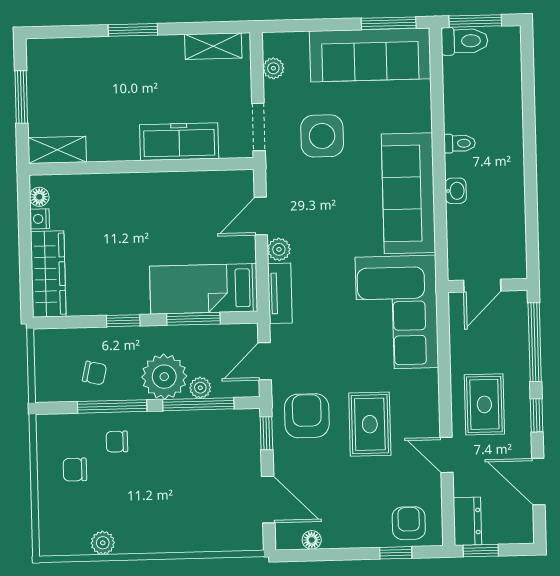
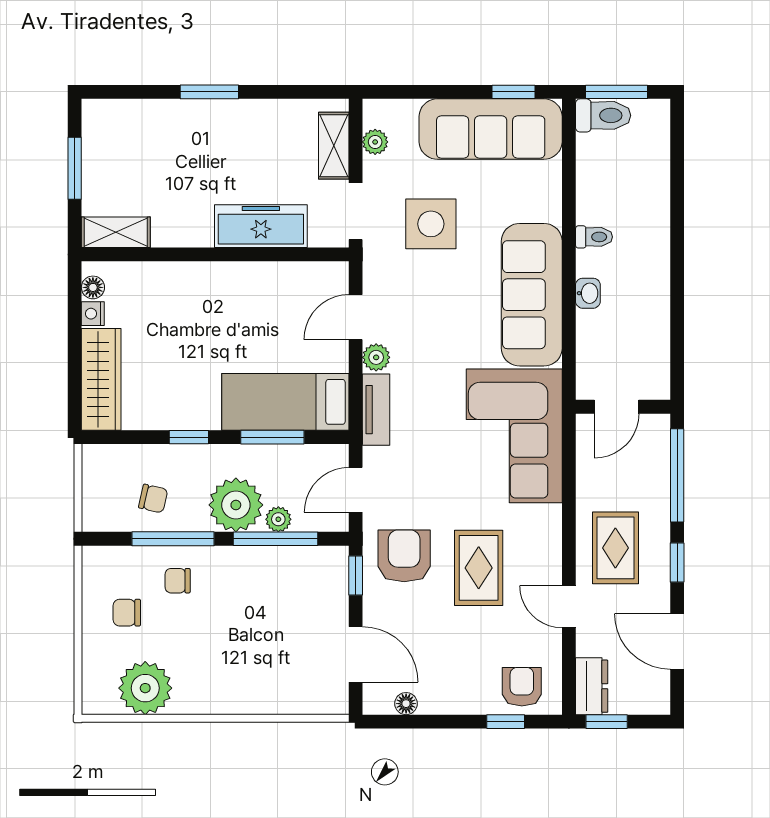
window: (389, 23) -> (514, 92), width x0.67
shelving: (213, 46) -> (334, 146), moved, turned 90
plant: (103, 543) -> (145, 688), width x1.87, depth x1.87

